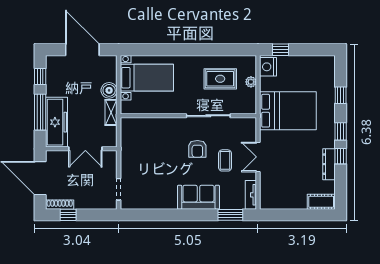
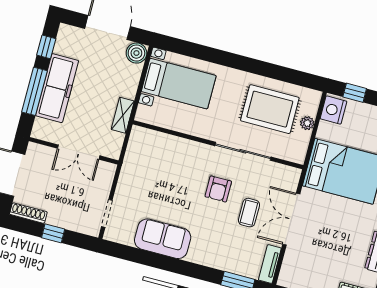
rug: (220, 79) -> (270, 109), width x1.36, depth x1.43
boiler: (109, 90) -> (136, 53), moved
freezer: (56, 122) -> (57, 88), moved
double door: (258, 157) -> (291, 219), width x1.37
sofa: (198, 197) -> (163, 239), moved
window: (68, 215) -> (53, 233), moved

